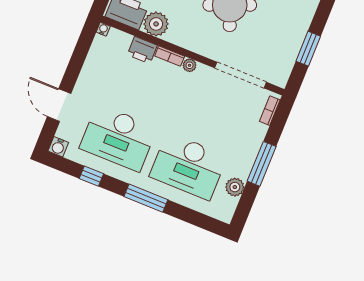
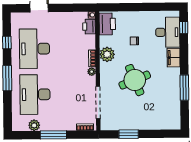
plant: (156, 24) -> (107, 54), moved
printer: (142, 50) -> (89, 27), moved
water cooler: (58, 147) -> (16, 17), removed

